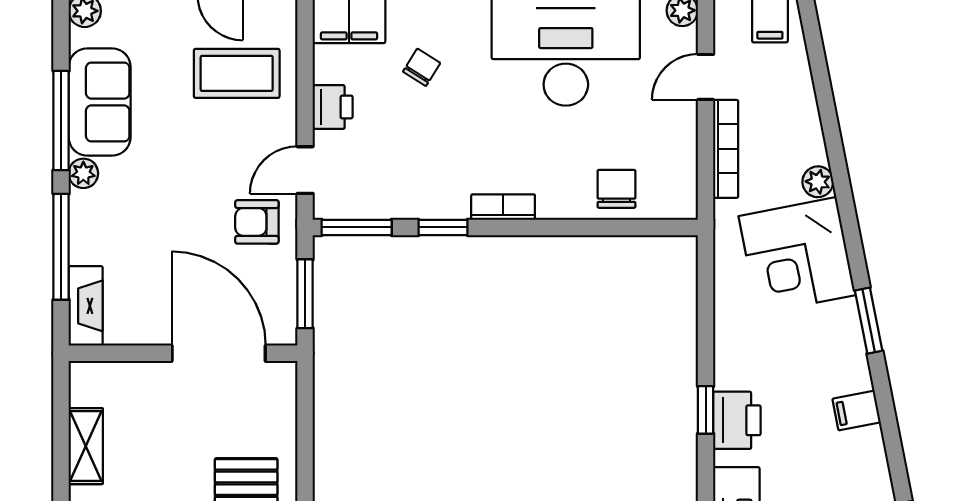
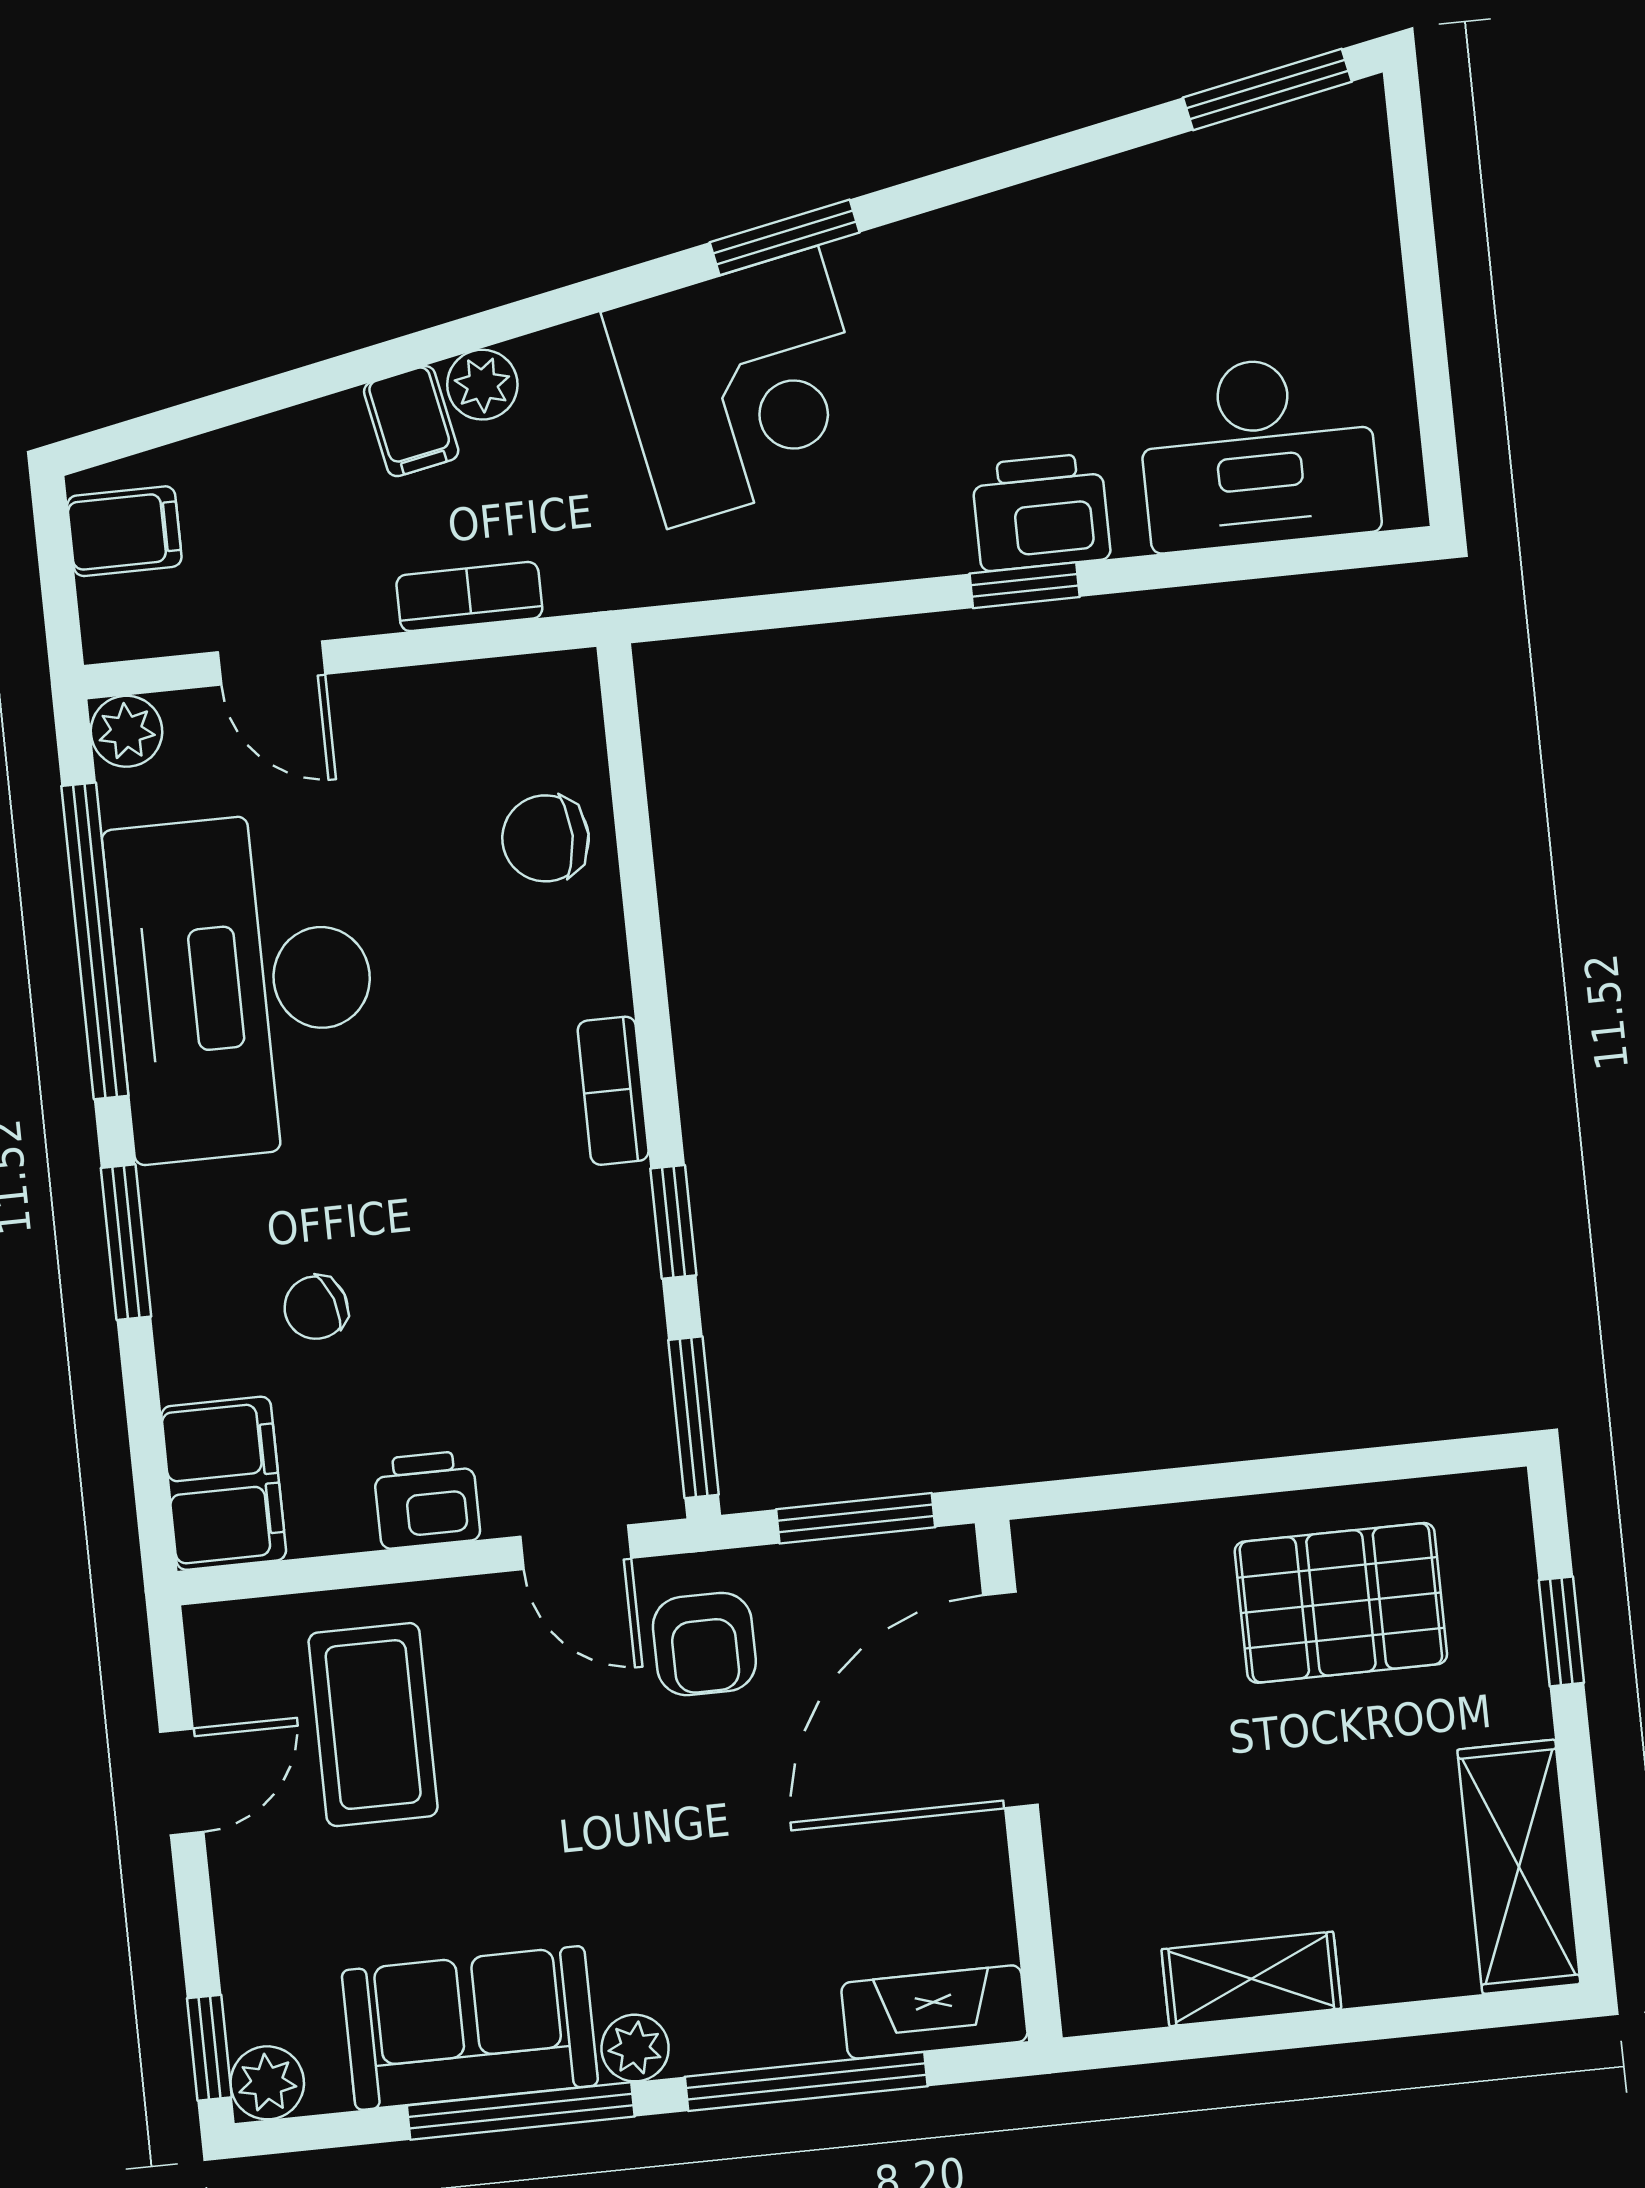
chair: (422, 67) -> (316, 1308), turned -51
bookcase: (726, 149) -> (469, 597), width x0.64
corner desk: (797, 256) -> (743, 387), moved
filing cabinet: (856, 411) -> (411, 421), moved

